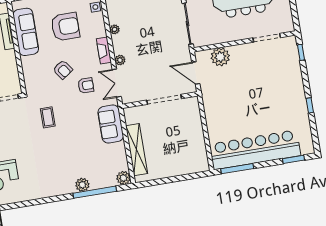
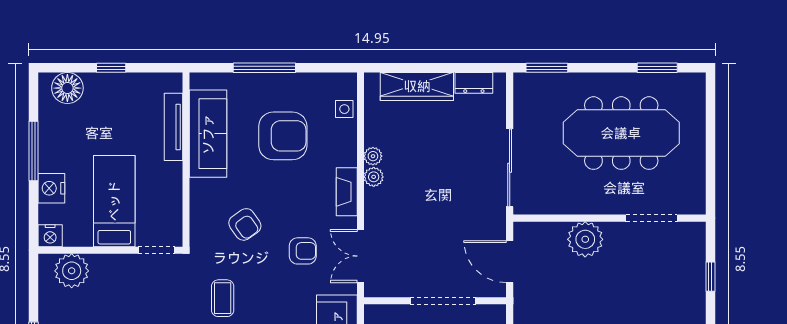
window: (301, 52) -> (710, 277), moved
plant: (220, 57) -> (585, 239), moved
plant: (120, 60) -> (374, 177), moved
armchair: (63, 70) -> (245, 224), moved

